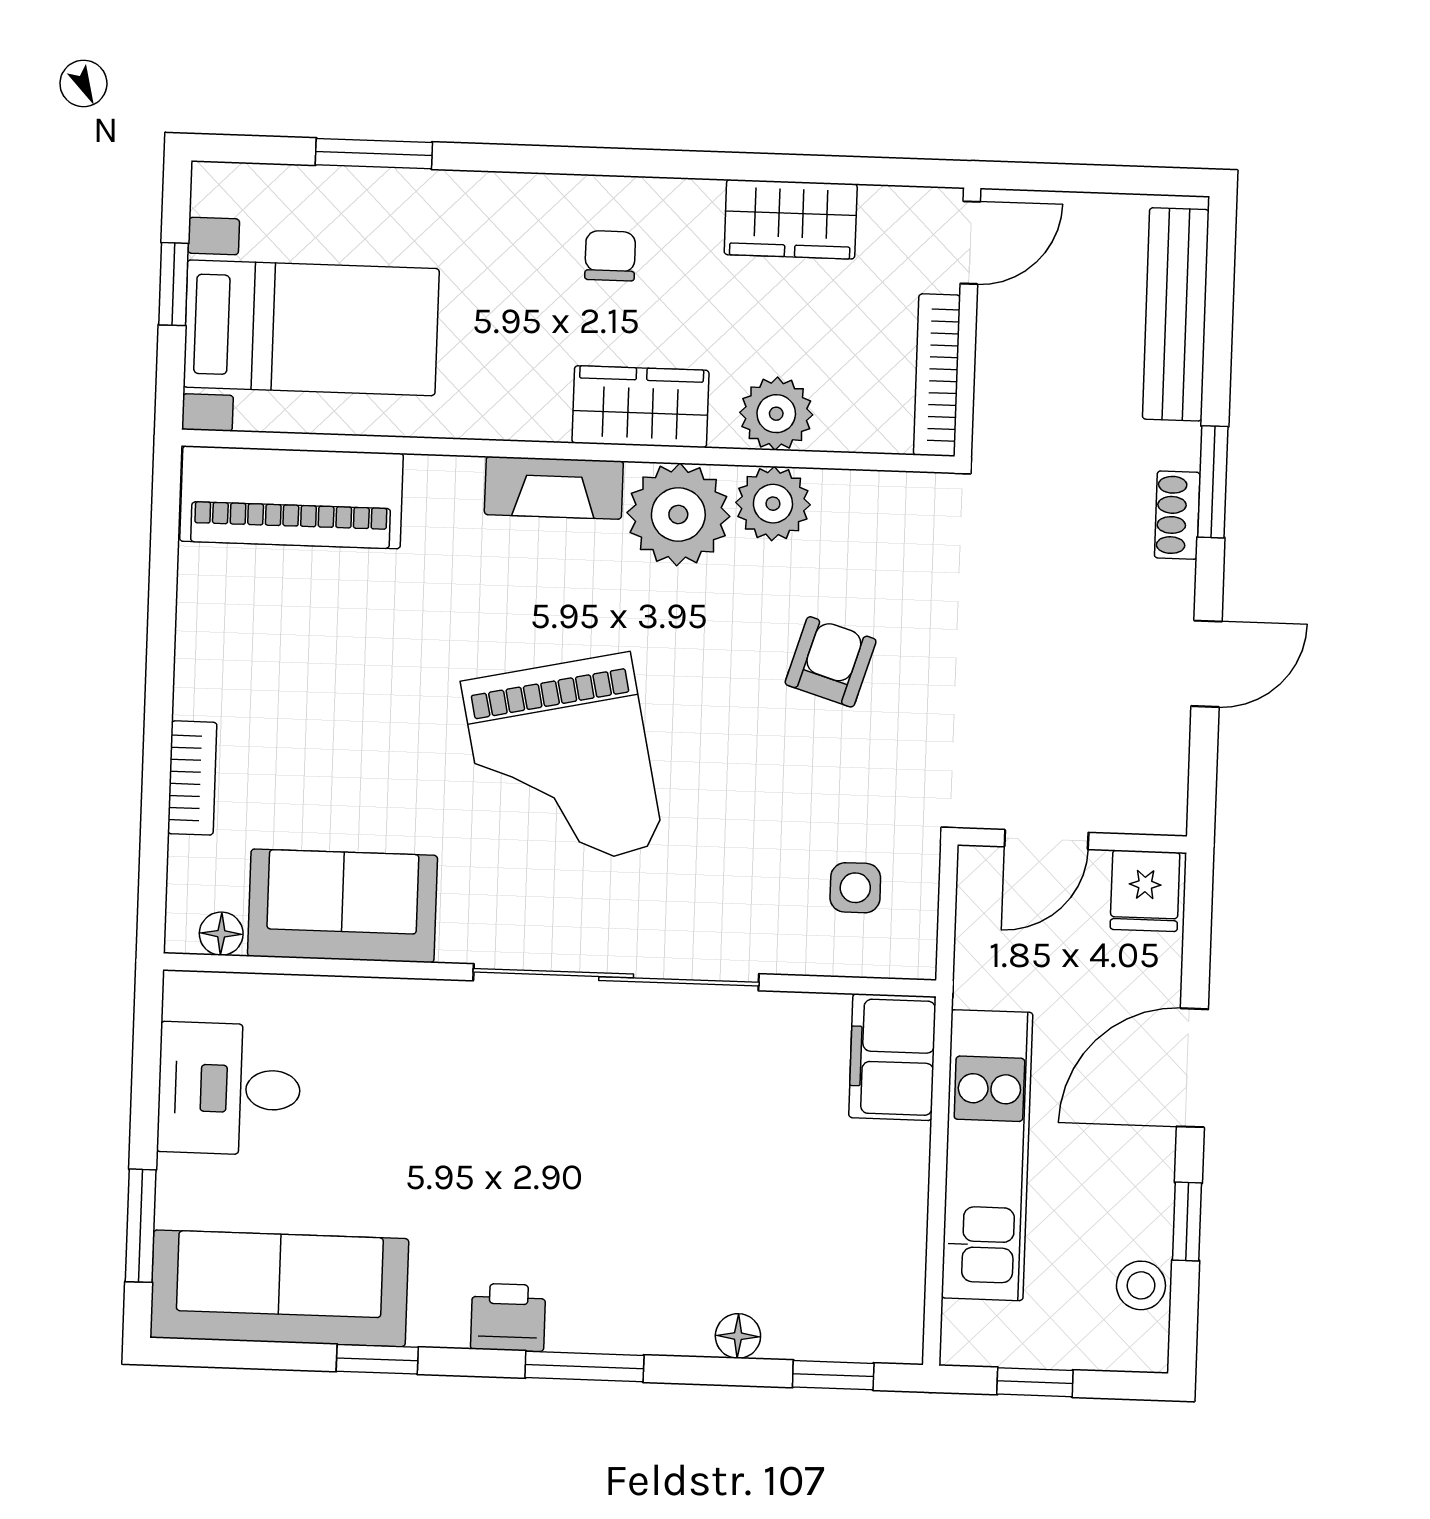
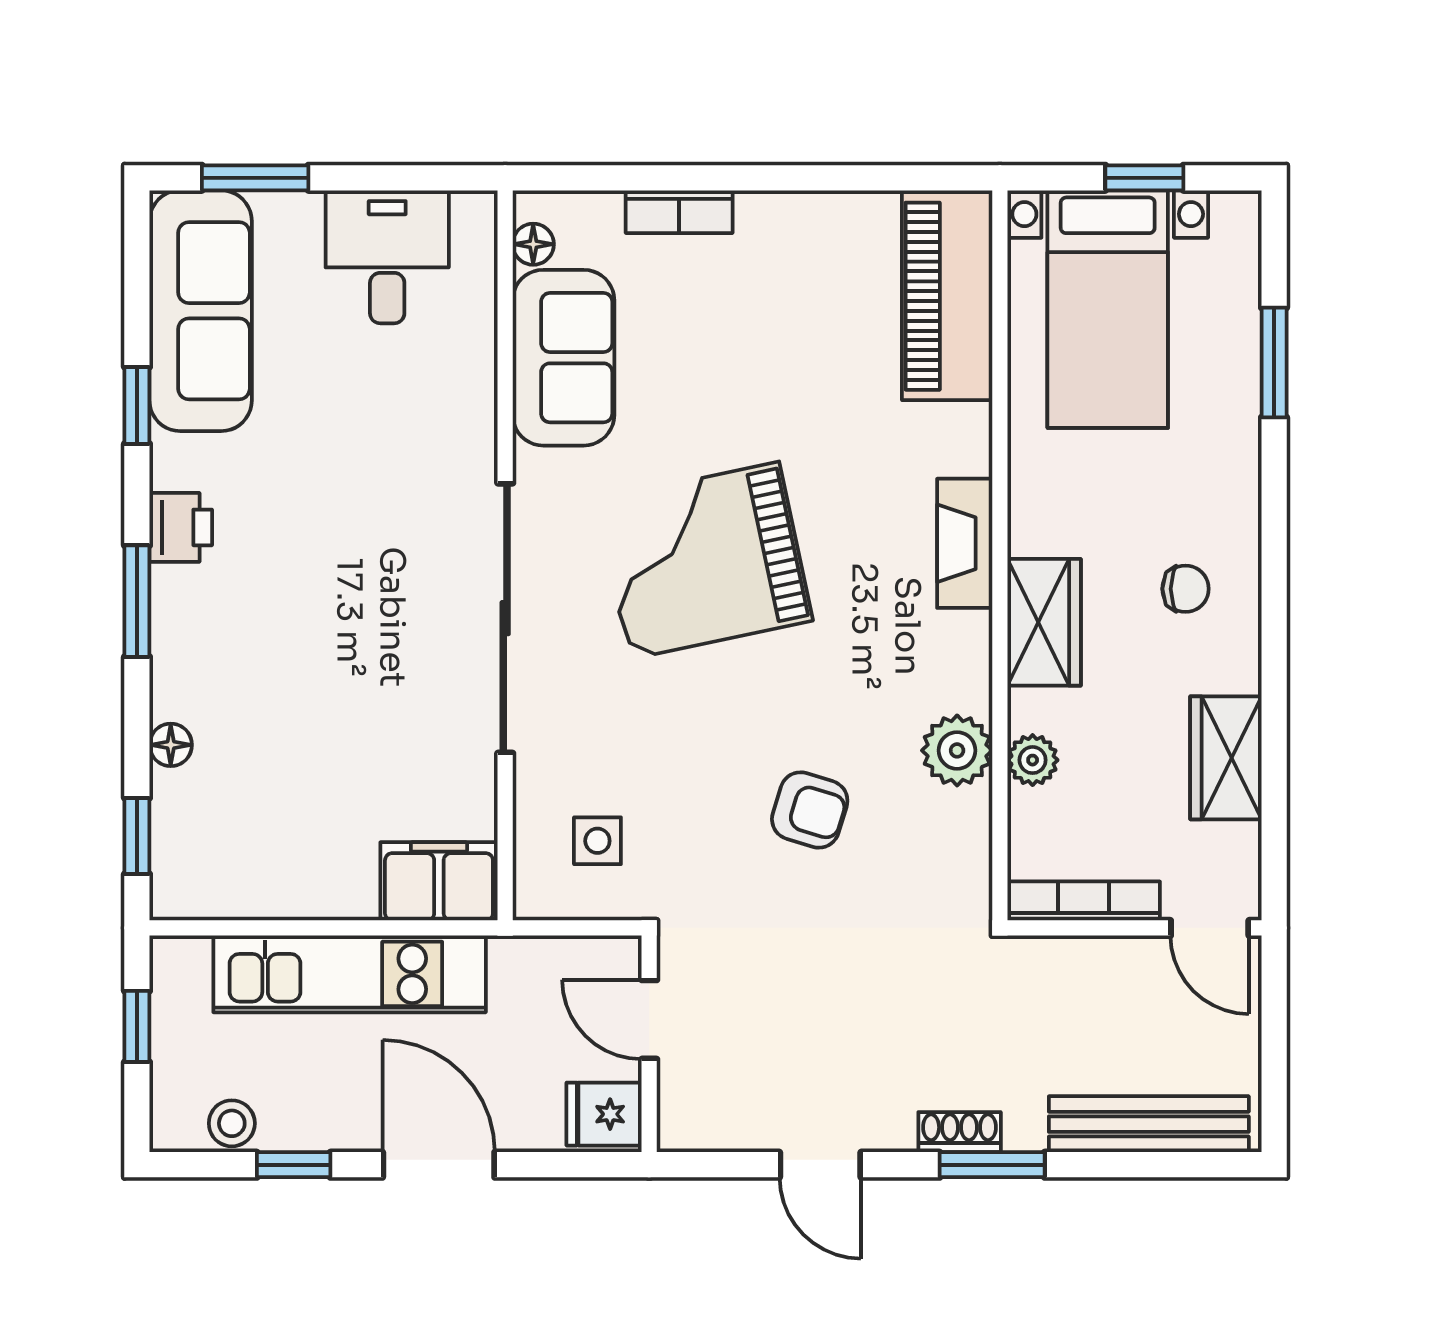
plant: (776, 414) -> (1033, 760), width x0.73, depth x0.73
plant: (678, 514) -> (944, 662), removed

